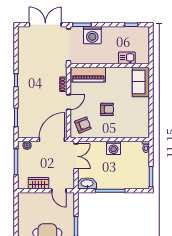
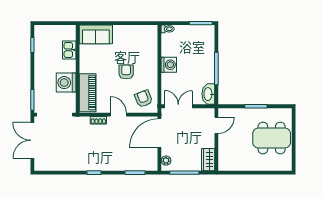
washing machine: (92, 35) -> (66, 83), moved, turned 180
door: (52, 139) -> (159, 133), hinge flipped
wardrobe: (38, 183) -> (208, 160), moved

